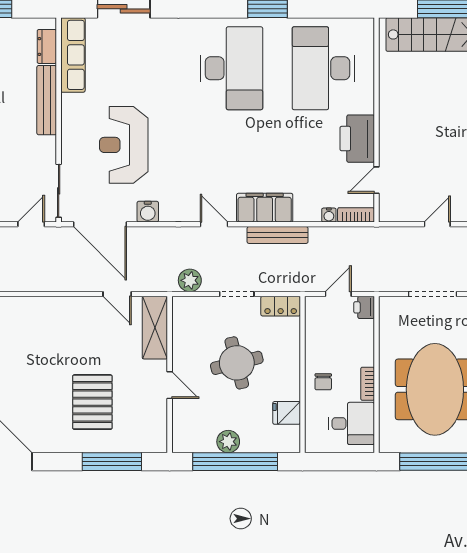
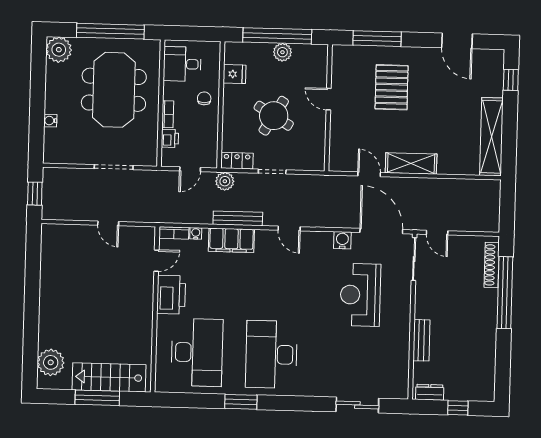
dresser: (47, 46) -> (430, 392), moved, turned -90
row of seats: (73, 55) -> (399, 369), removed
bench: (47, 100) -> (421, 340), width x0.73
reception desk: (124, 145) -> (360, 295), turned 180
filing cabinet: (265, 208) -> (231, 240), moved
door: (31, 224) -> (437, 233), hinge flipped
door: (437, 224) -> (108, 223), hinge flipped
plant: (190, 280) -> (225, 181), moved
printer: (364, 307) -> (170, 138), moved
shelving: (155, 328) -> (411, 163), moved, turned 90
round table: (237, 363) -> (274, 116), turned 45
bookcase: (368, 384) -> (168, 114), moved

